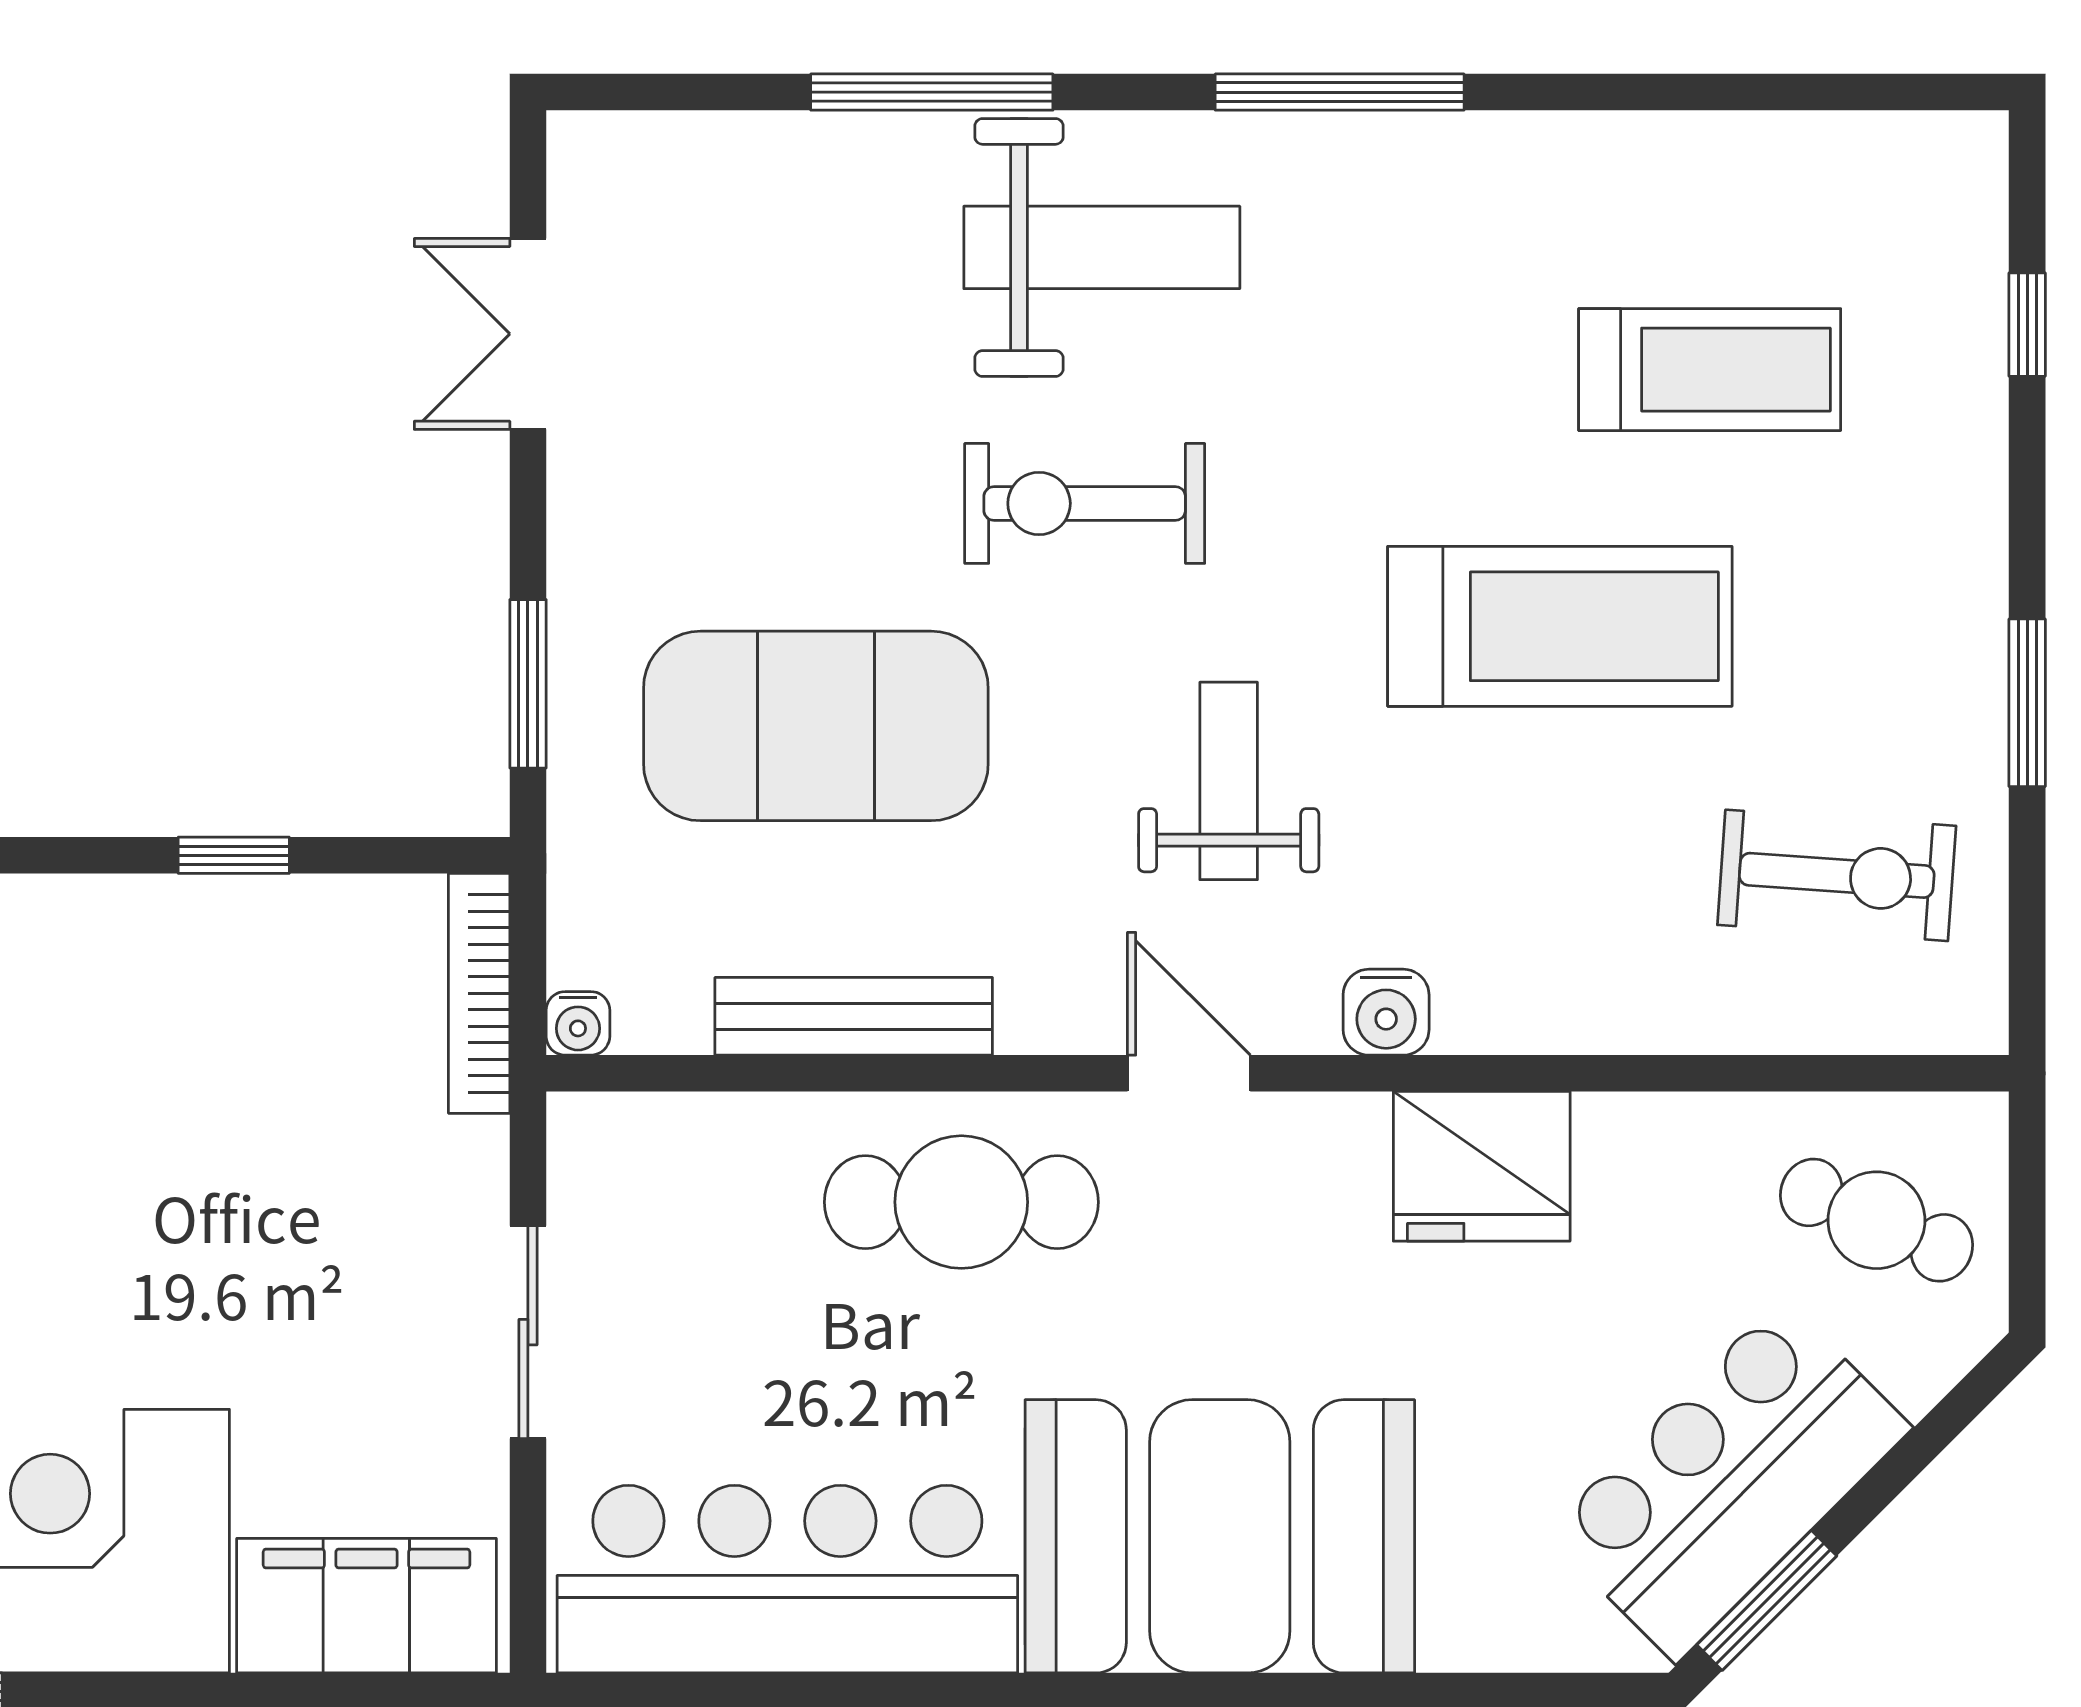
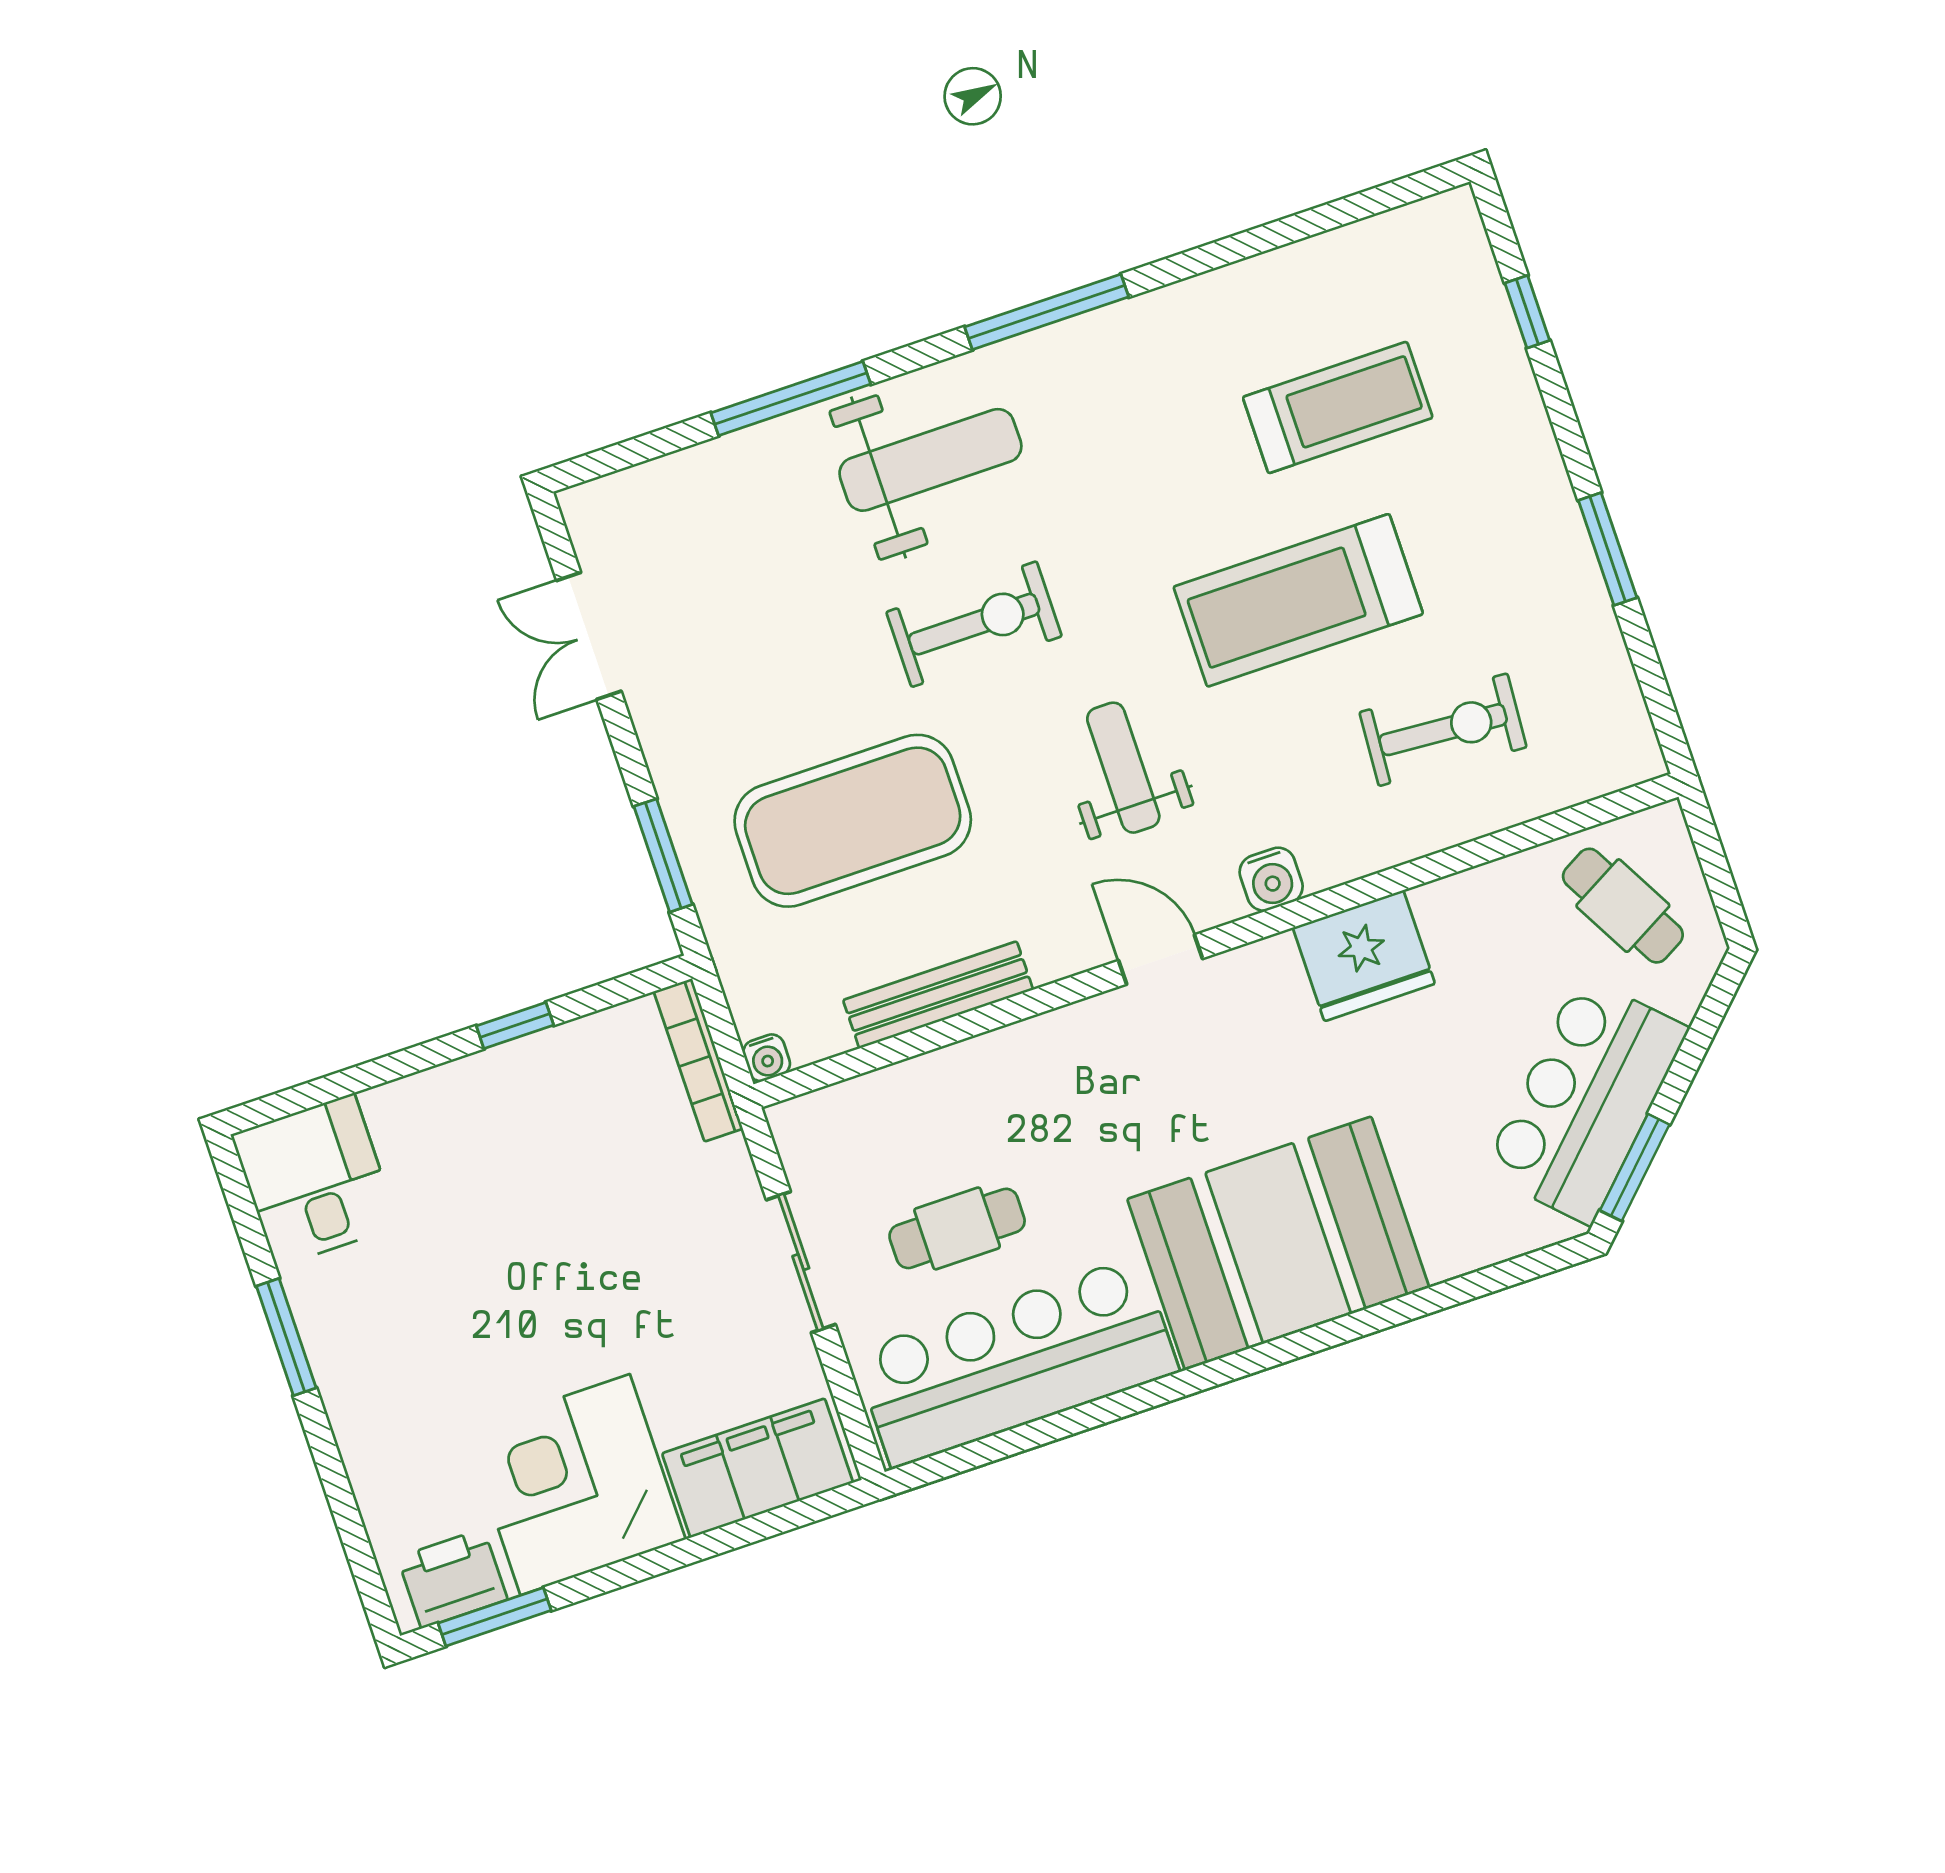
exercise bike: (1085, 503) -> (974, 624), turned 180
treadmill: (1560, 626) -> (1298, 600), turned 180
exercise bike: (1837, 875) -> (1443, 730), moved
cafe table: (961, 1202) -> (957, 1228), moved, width x0.73, depth x0.74
cafe table: (1876, 1220) -> (1623, 906), turned 38

